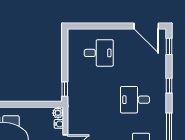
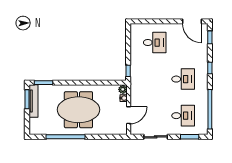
desk: (135, 100) -> (183, 79), turned 180

